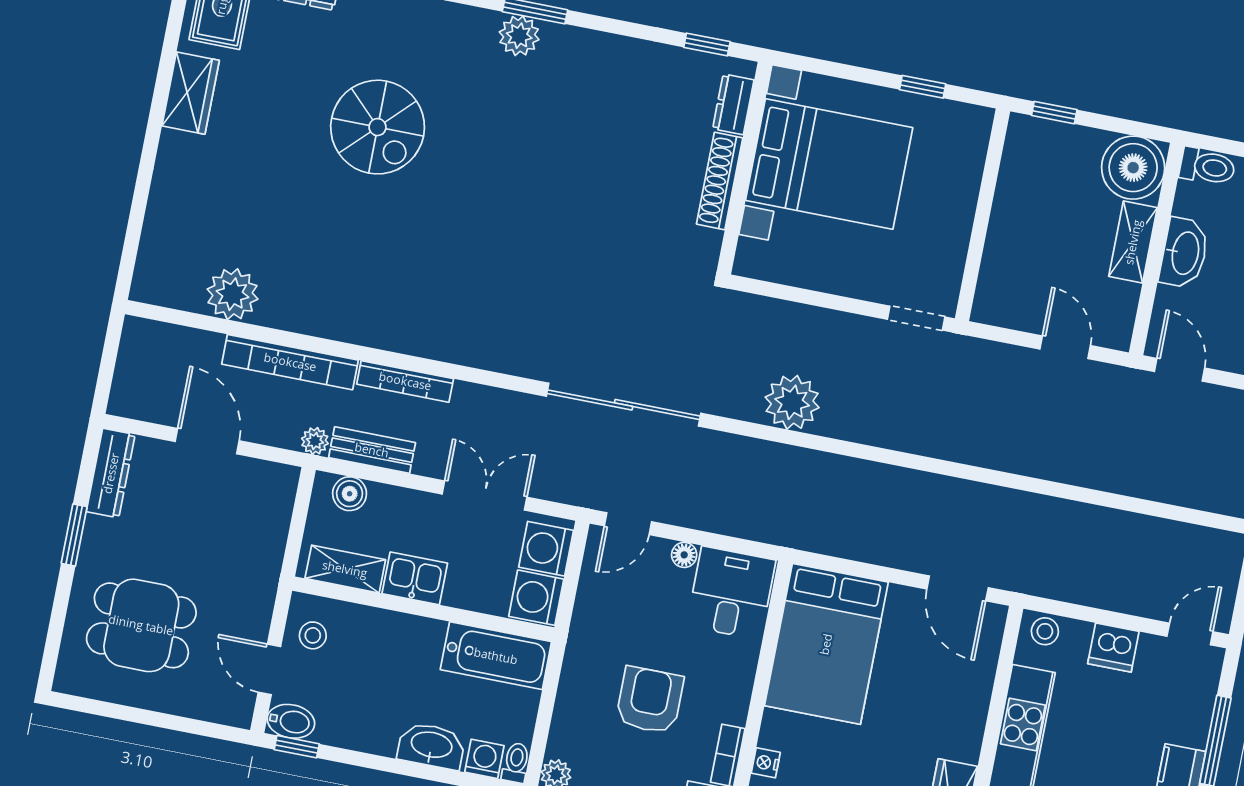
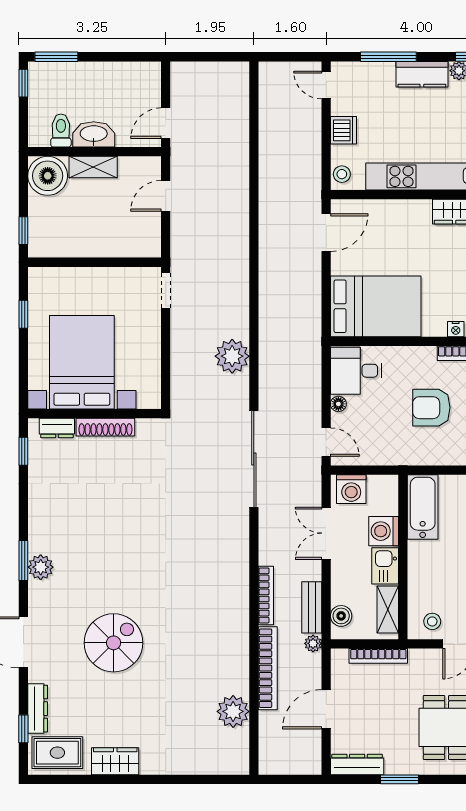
toilet: (1207, 167) -> (61, 130), moved
bookcase: (275, 540) -> (378, 656), added
washing machine: (536, 598) -> (384, 531), moved, turned 90

